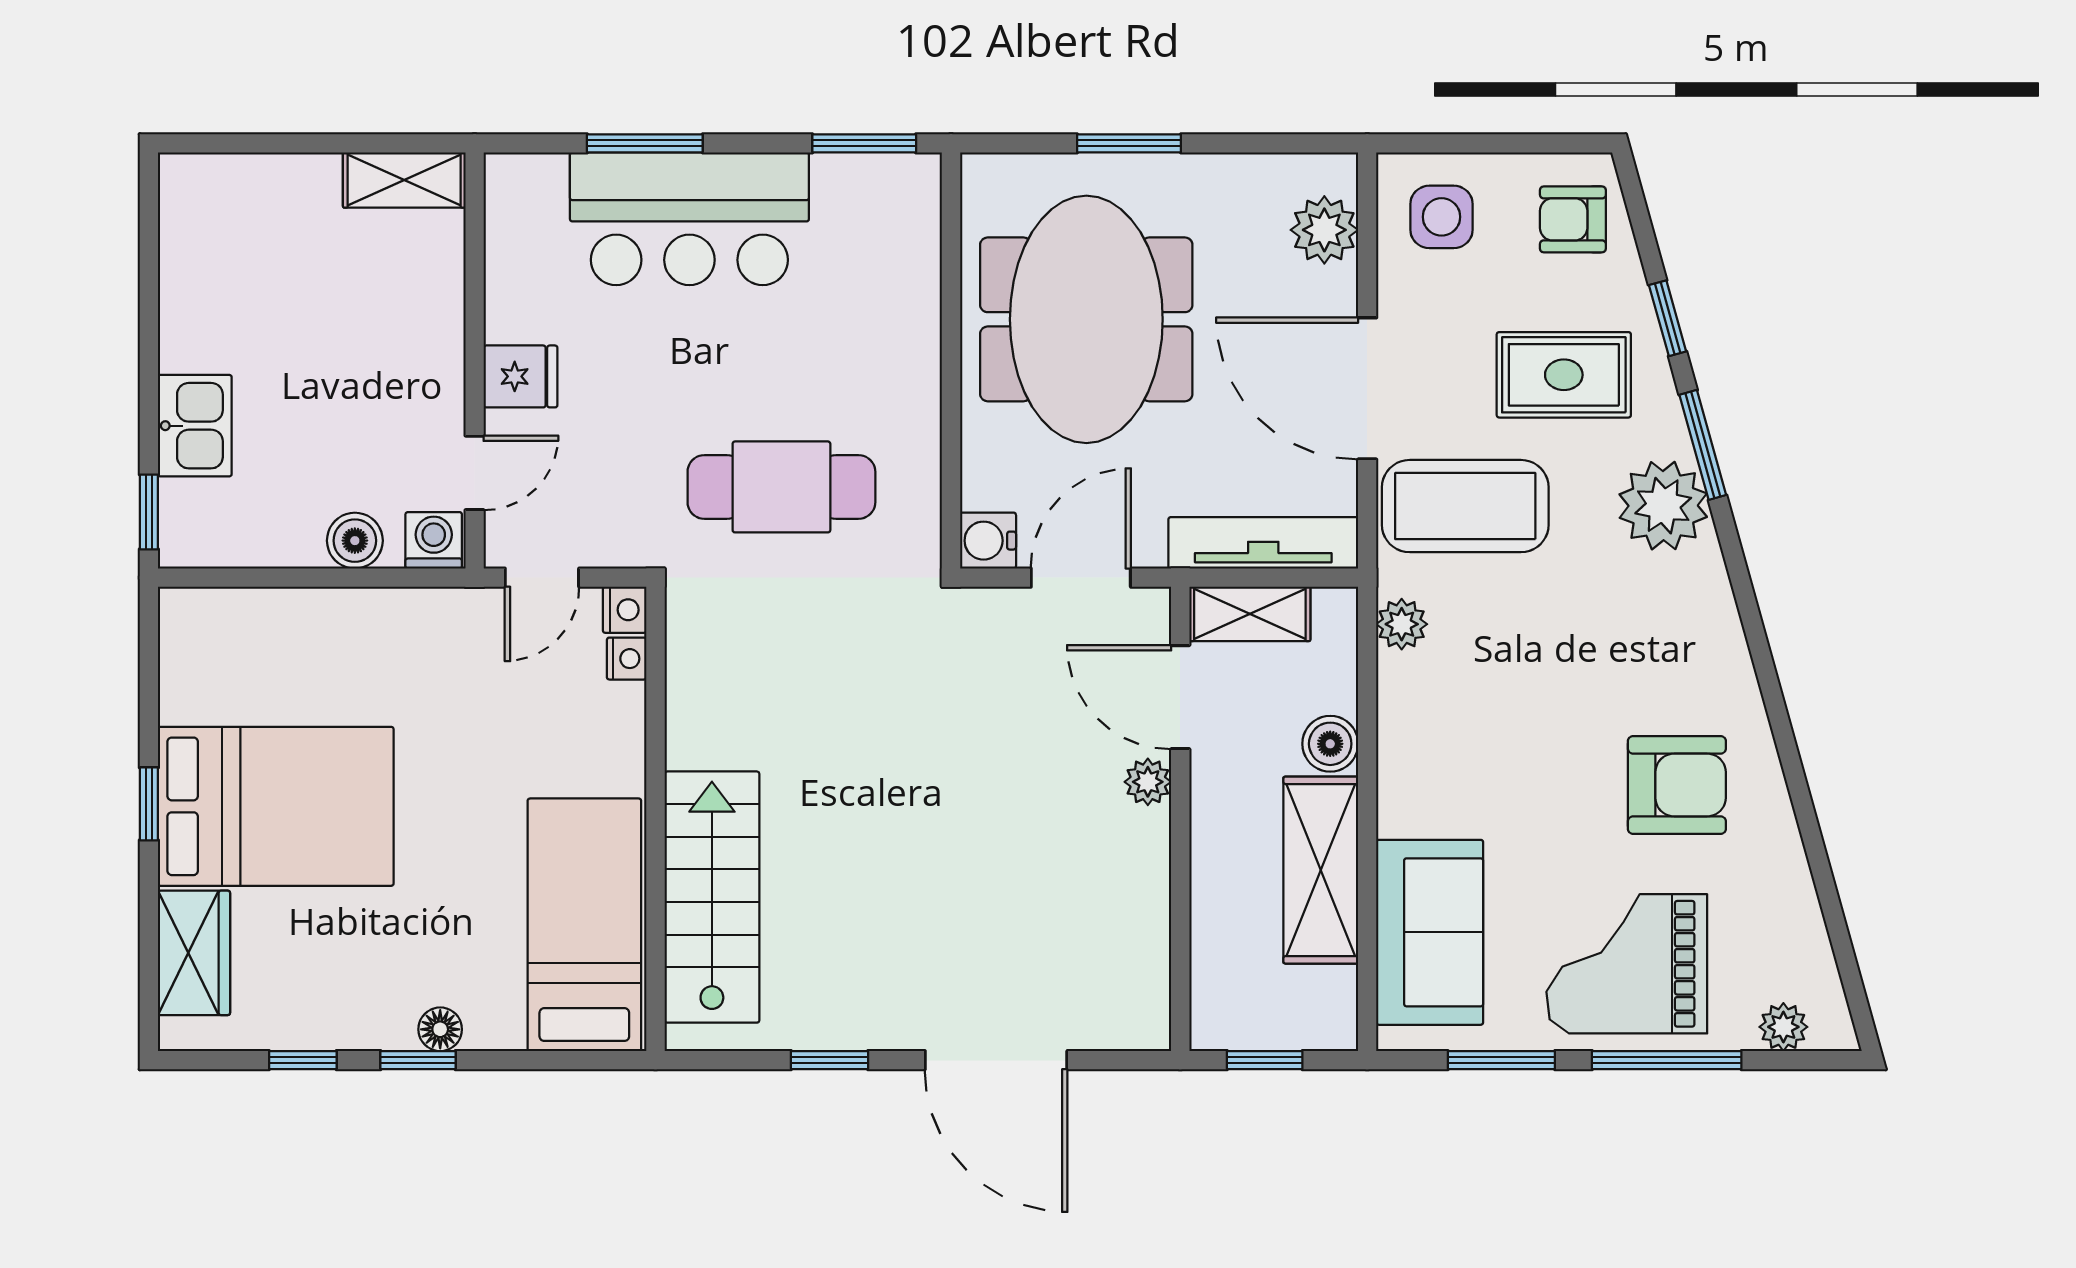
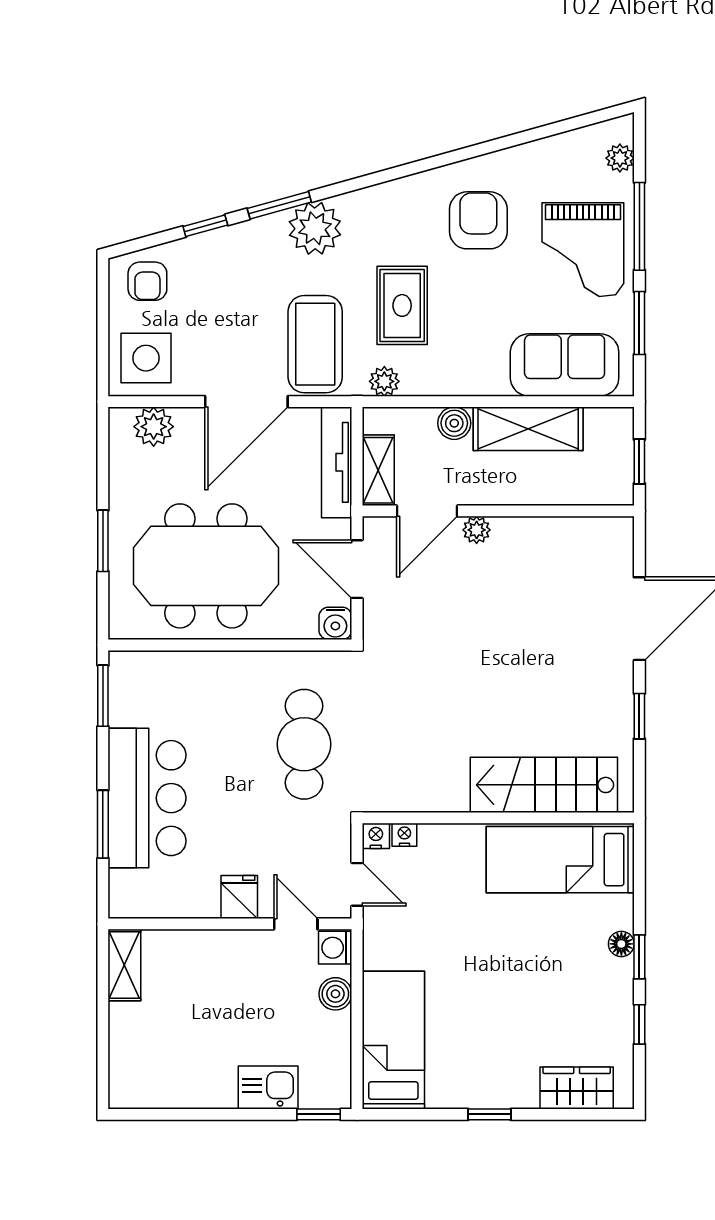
side table: (1442, 217) -> (146, 358), width x1.37, depth x1.37
rug: (1564, 375) -> (402, 305), moved
bed: (276, 806) -> (393, 1040), moved, width x0.67

